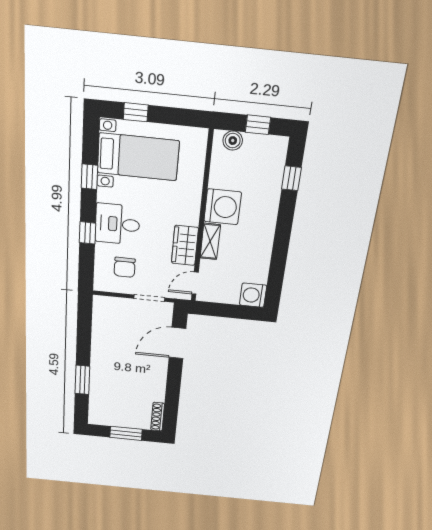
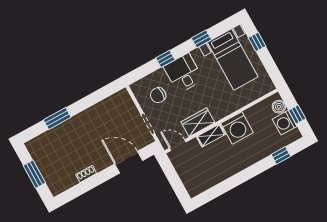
washing machine: (253, 295) -> (285, 123), moved, turned -90
shoe rack: (158, 417) -> (86, 174), moved, width x0.70

